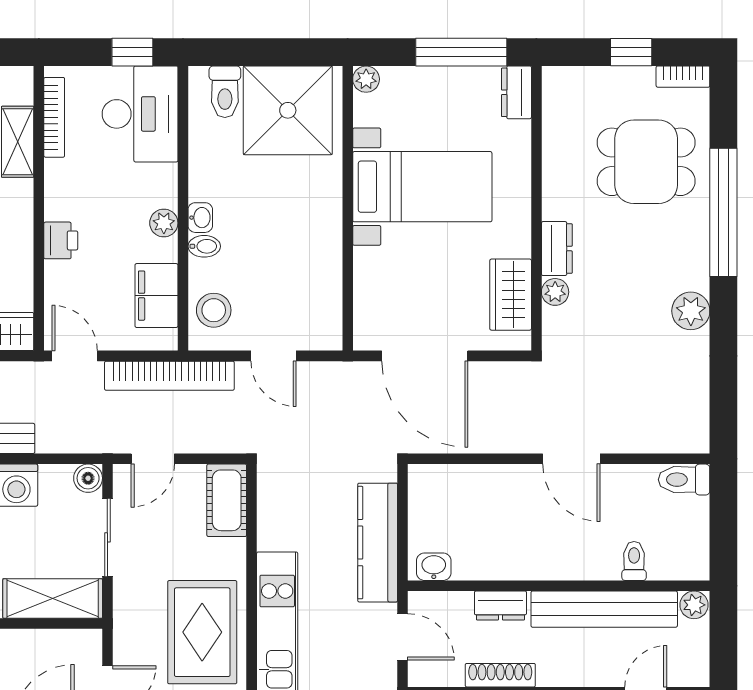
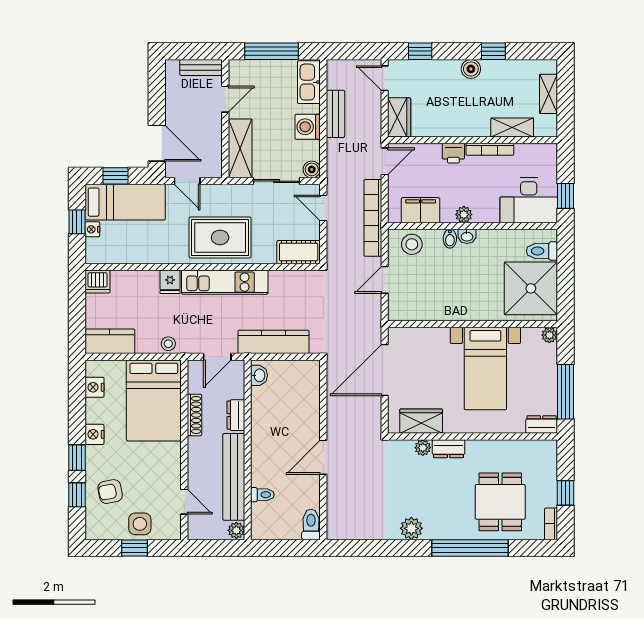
bookcase: (54, 117) -> (490, 149), moved

